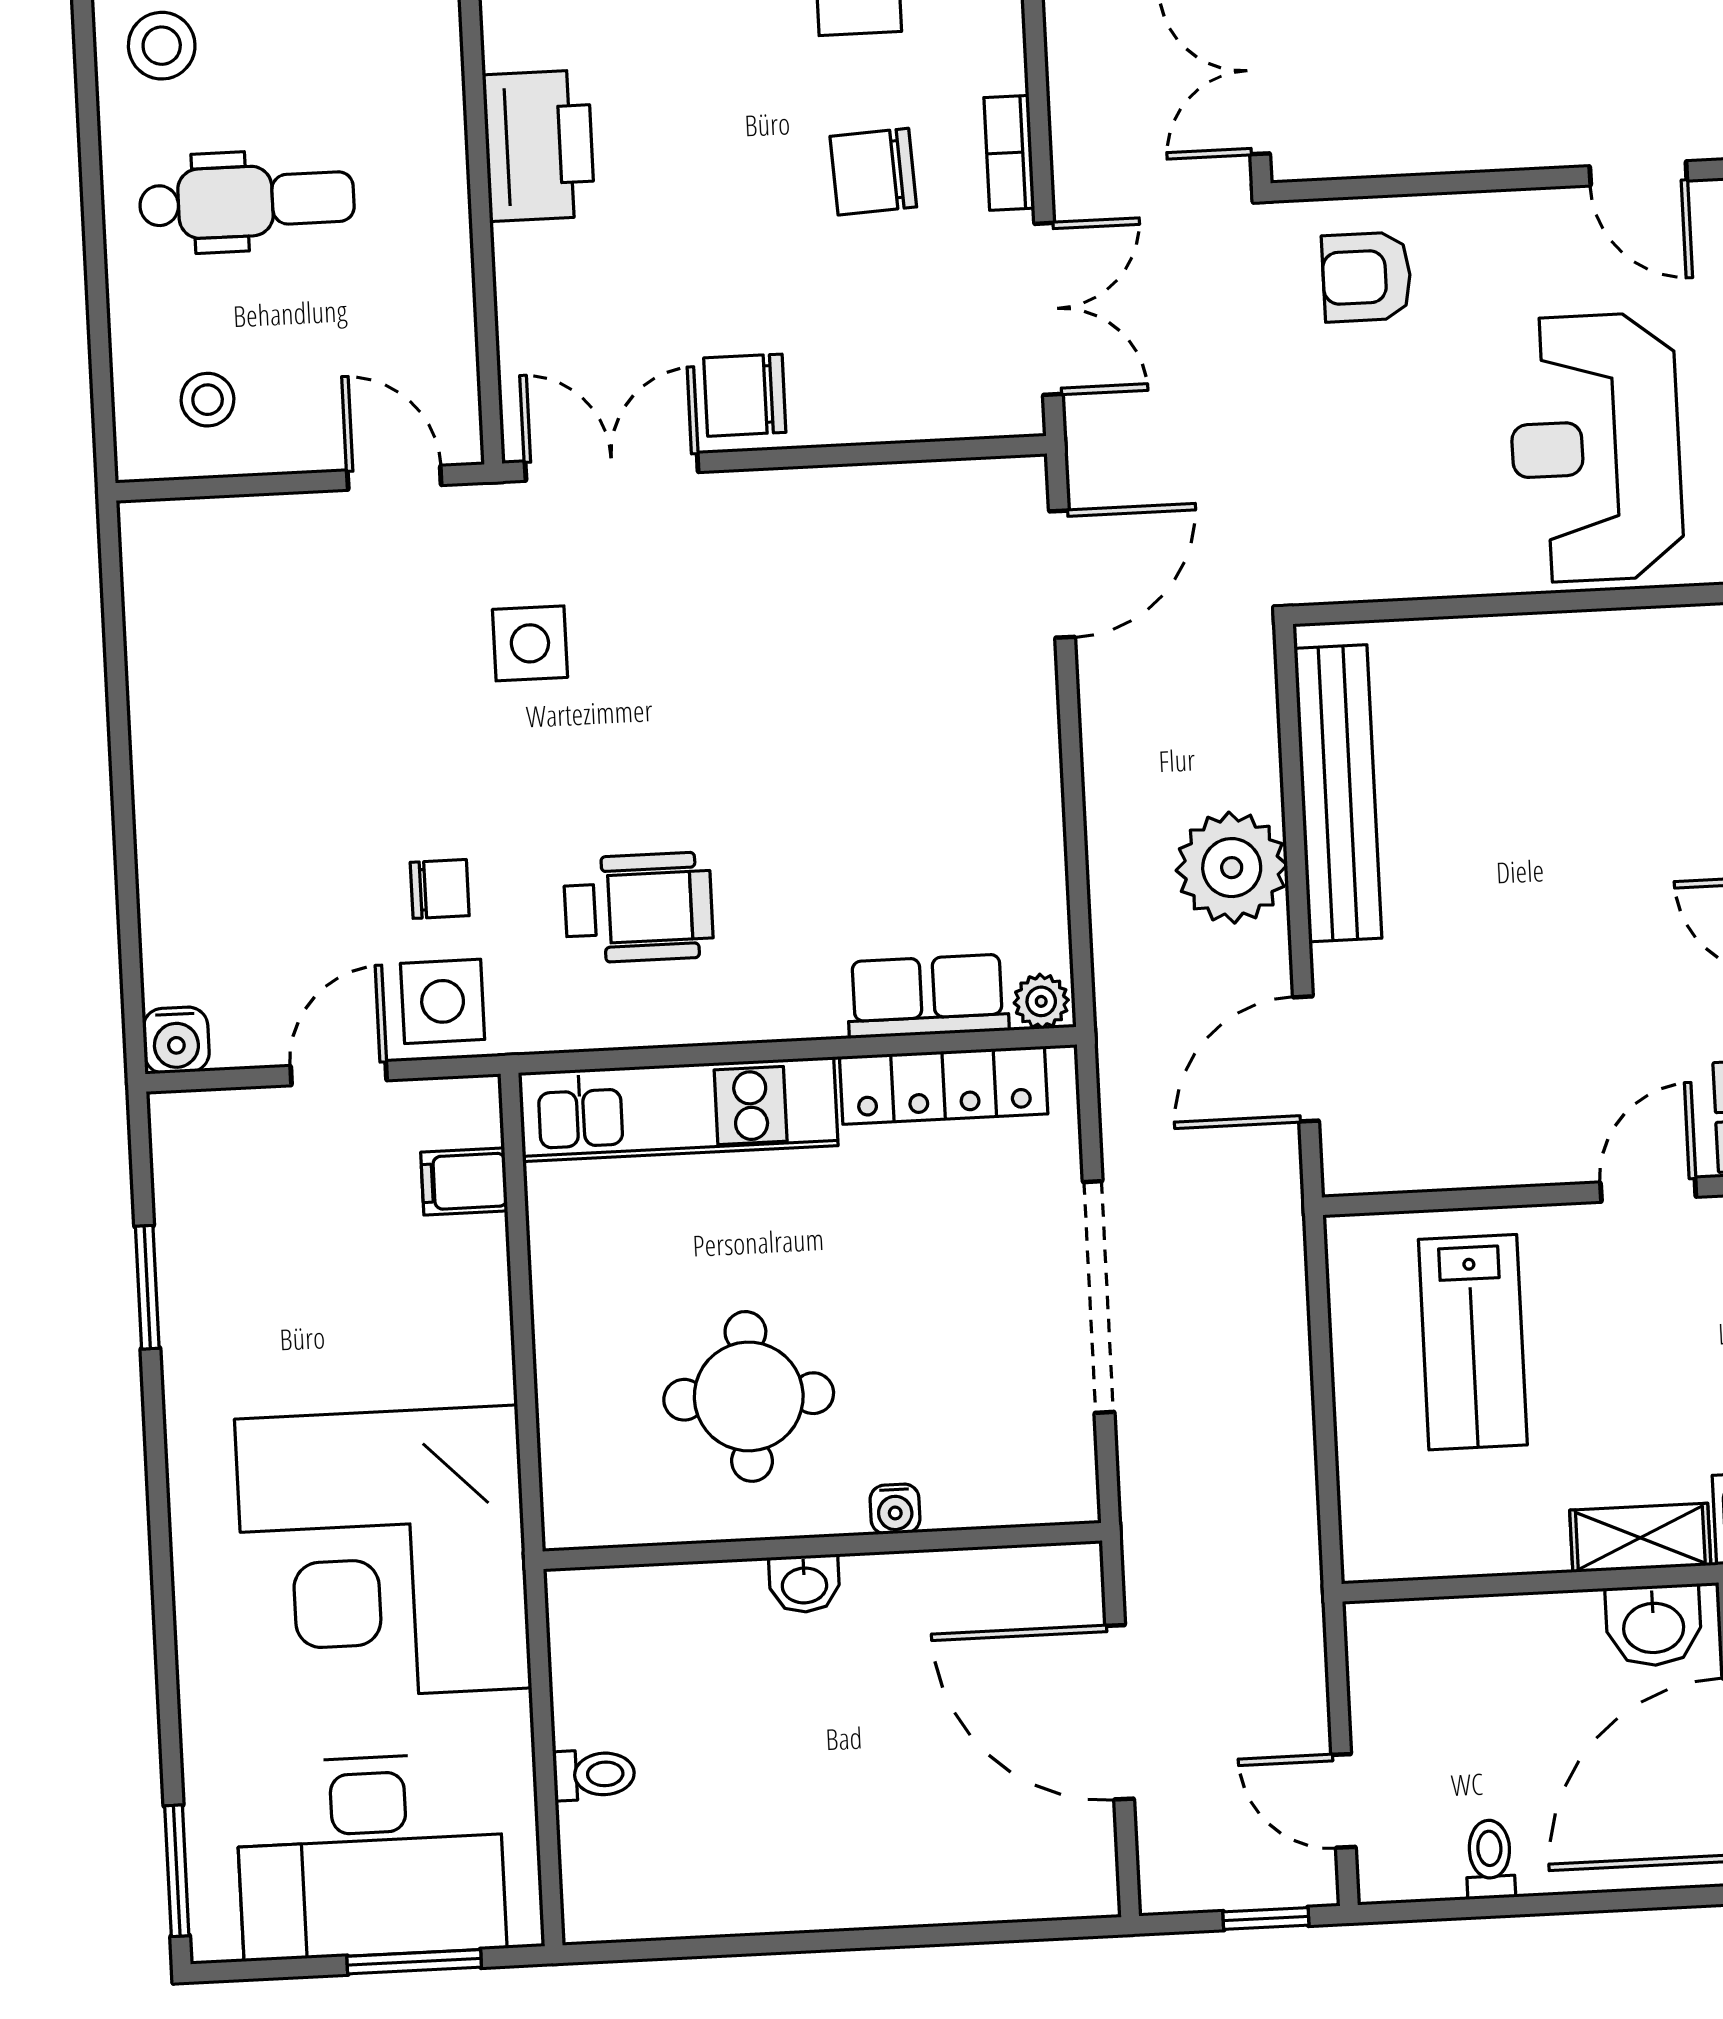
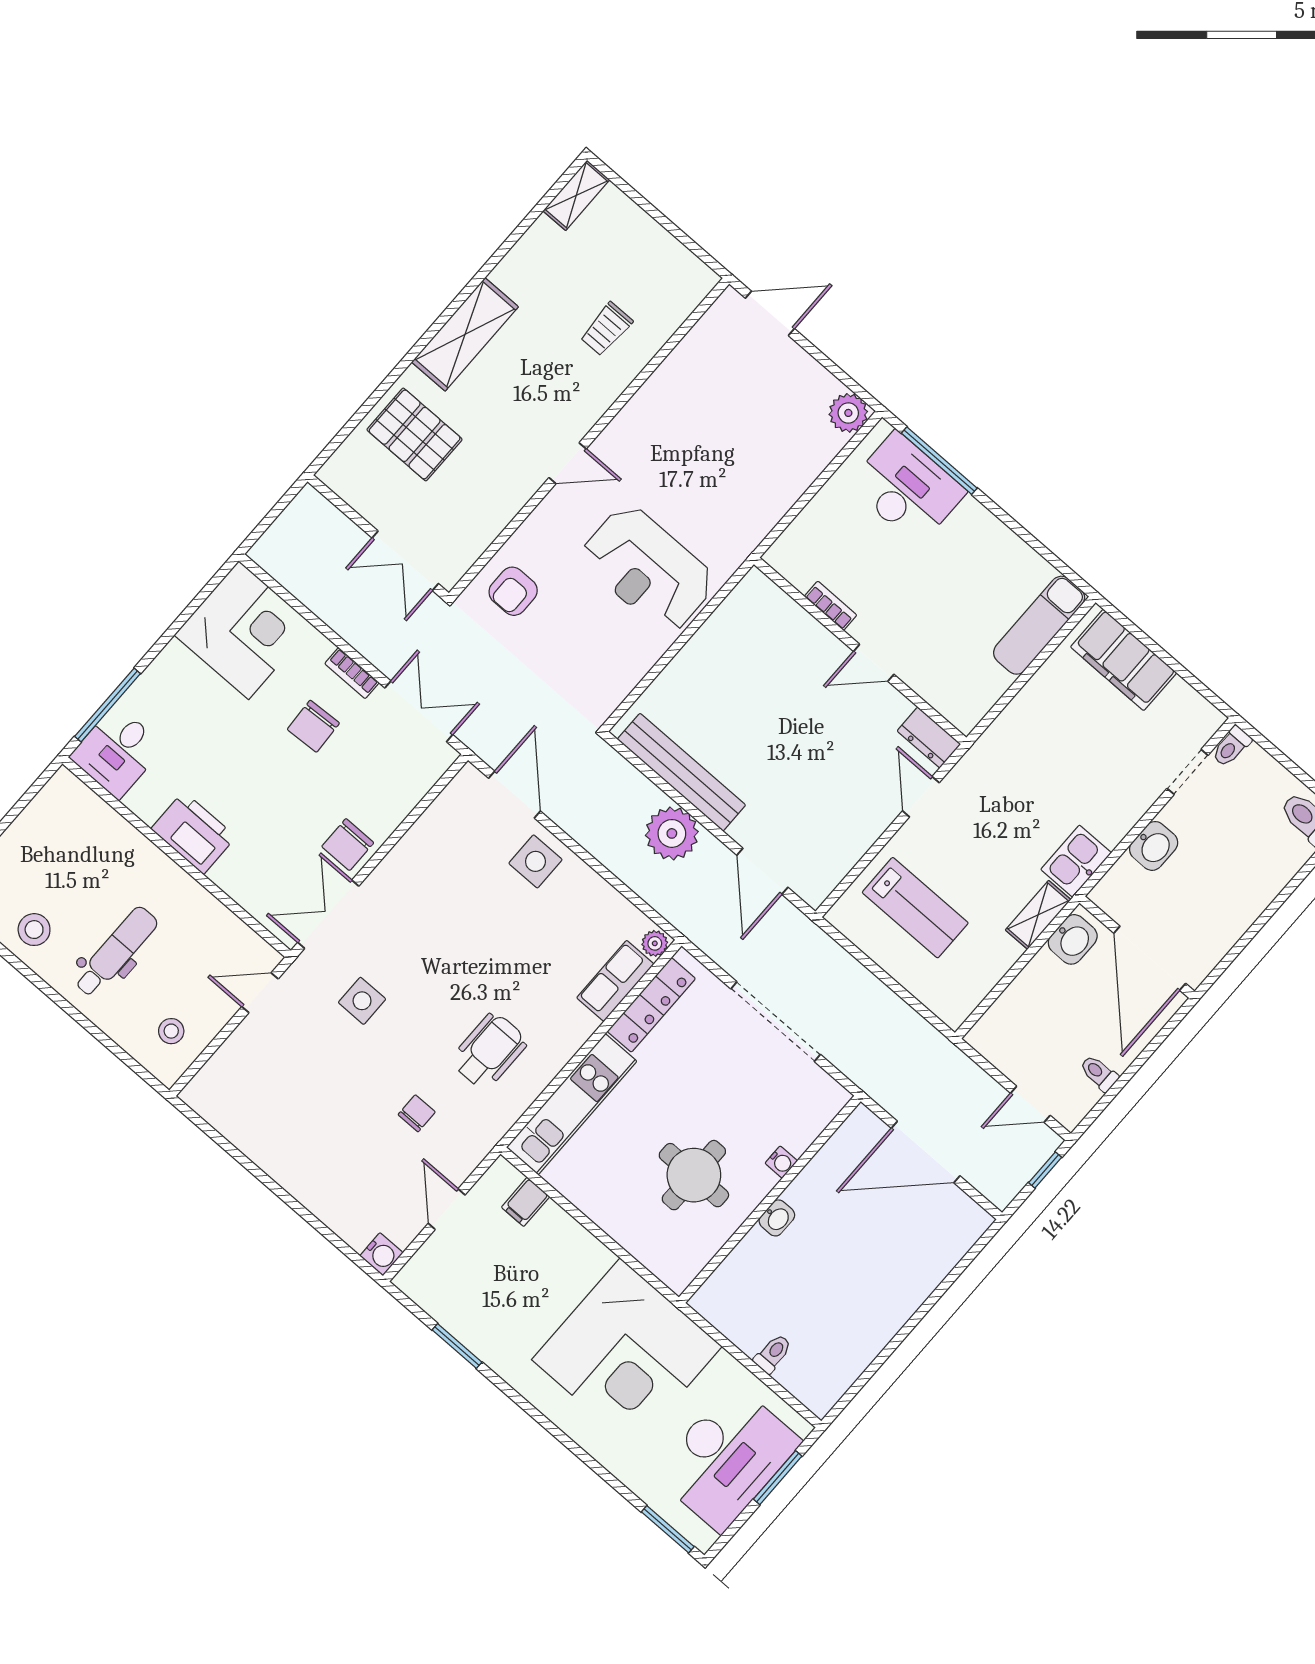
side table: (443, 1001) -> (535, 861), moved

